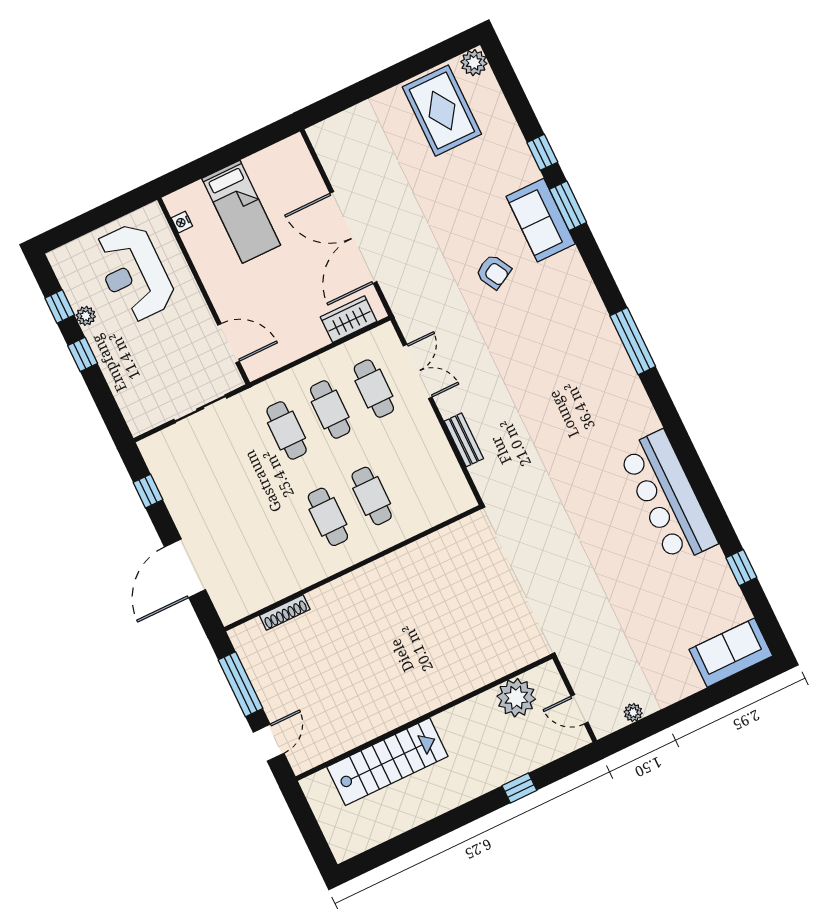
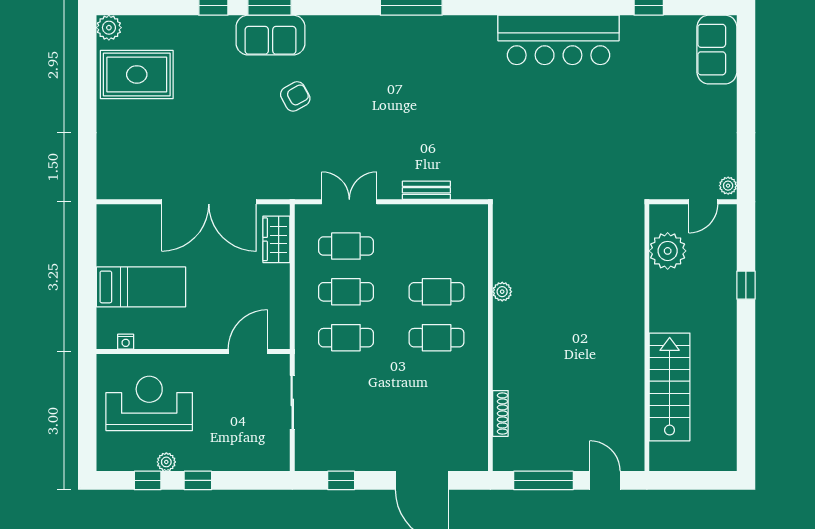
reception desk: (134, 273) -> (149, 403), turned 180
plant: (402, 558) -> (502, 292), added
plant: (633, 713) -> (728, 186), moved

